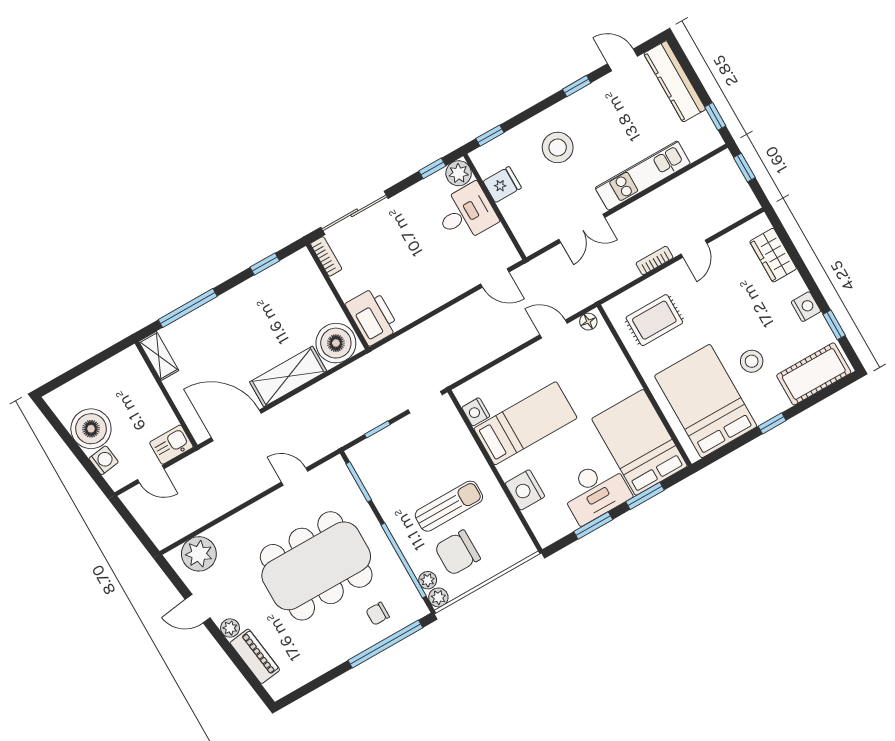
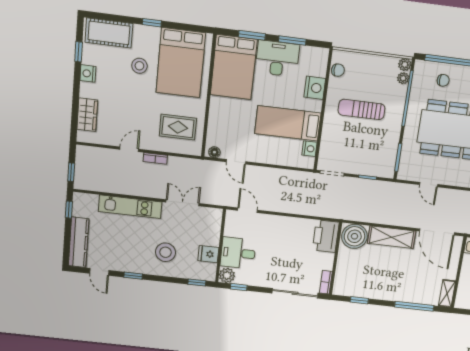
chair: (457, 553) -> (338, 70), moved, width x0.54, depth x0.54

